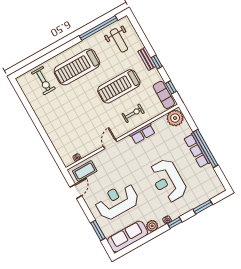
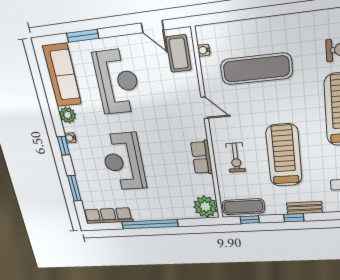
exercise mat: (75, 124) -> (256, 69), added
row of seats: (197, 150) -> (108, 216), moved
reception desk: (168, 181) -> (123, 162), turned -90

